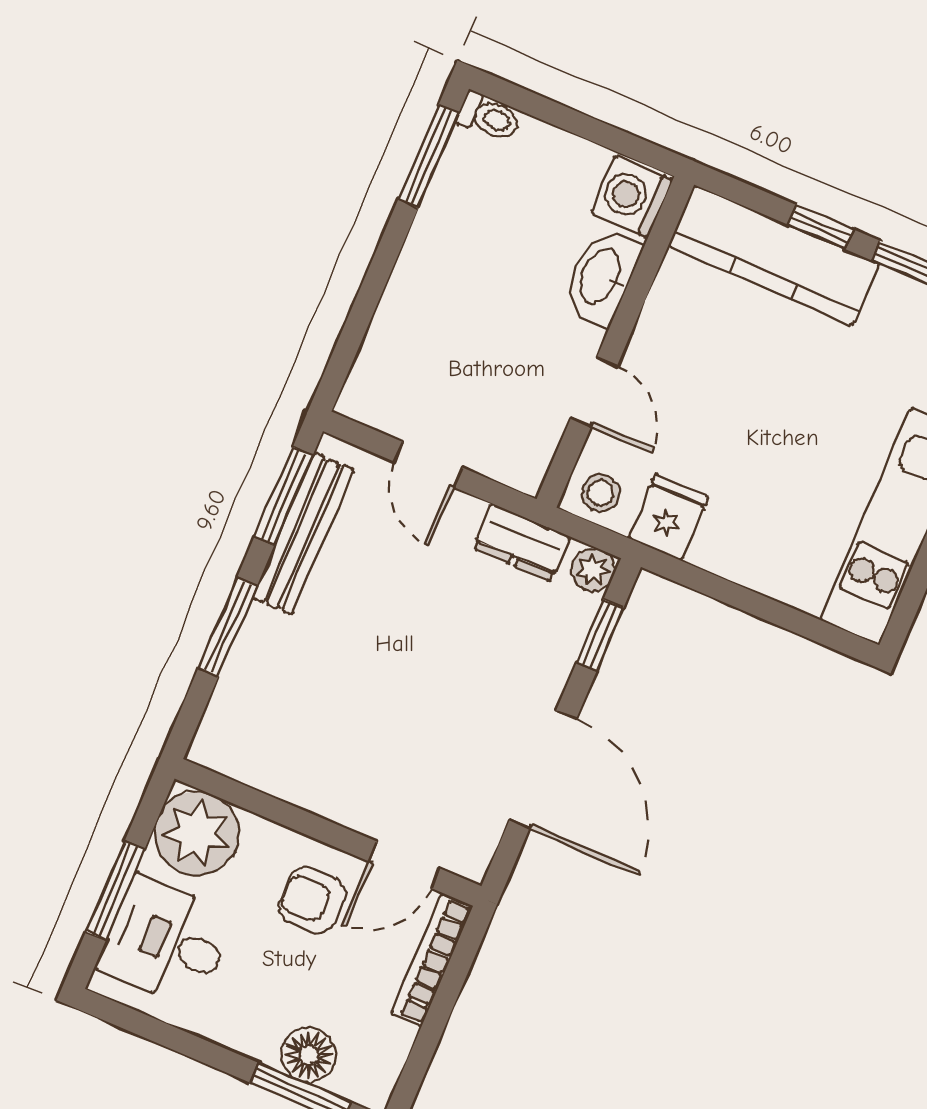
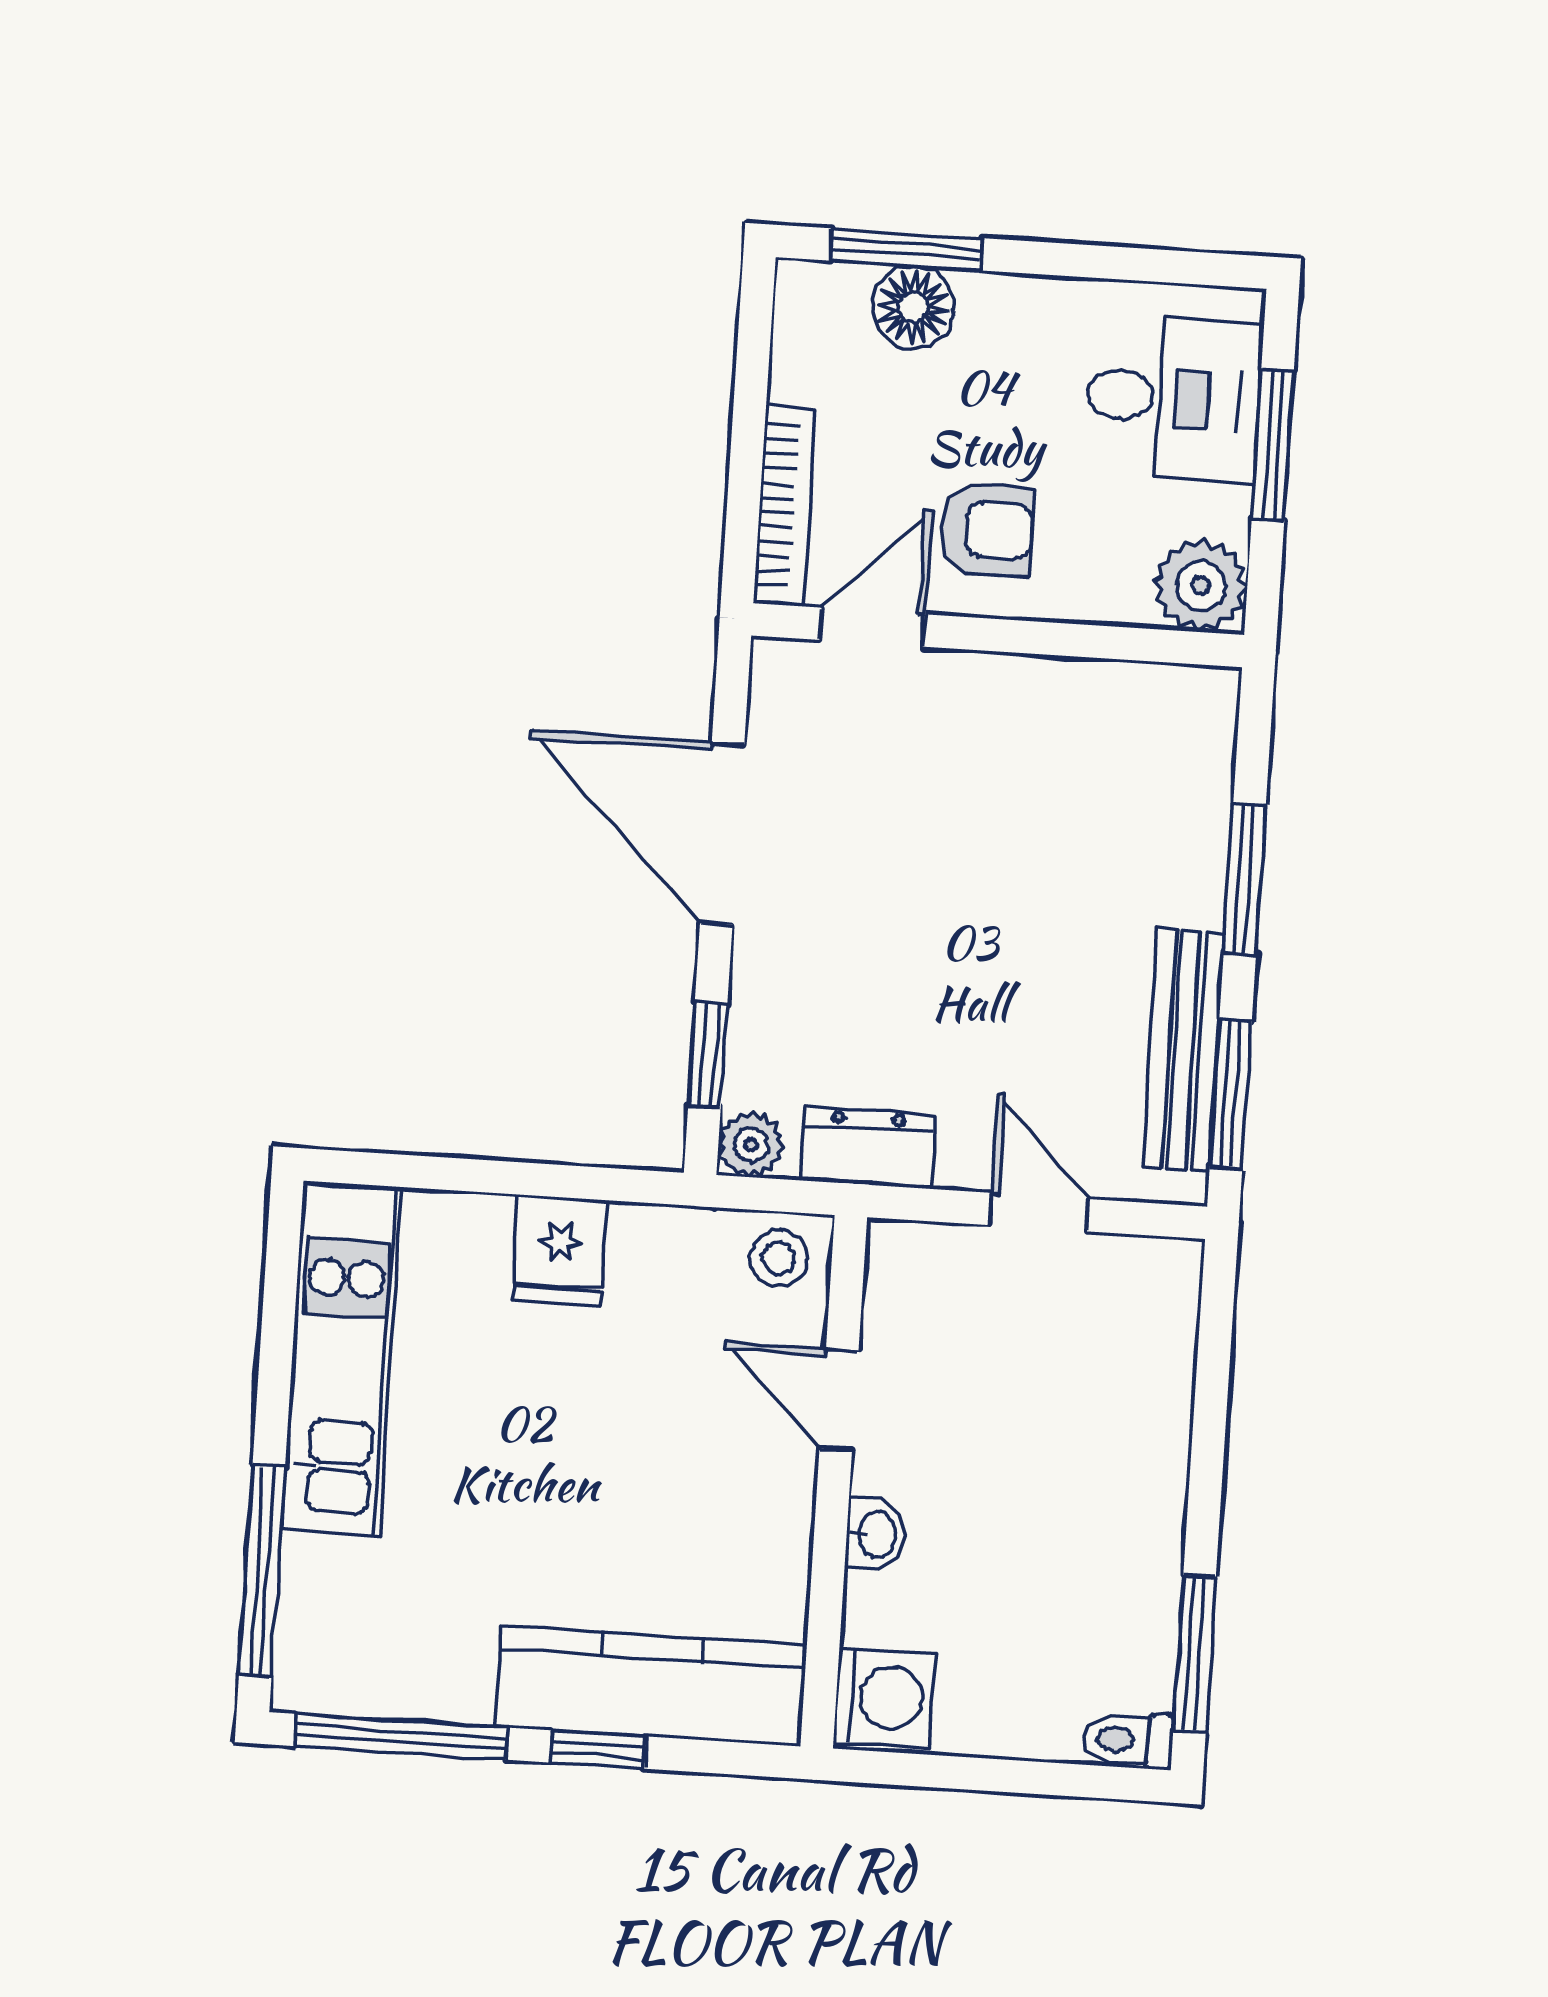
washbasin: (601, 277) -> (876, 1534), width x0.52, depth x0.69
fridge: (668, 517) -> (560, 1250), moved
plant: (197, 834) -> (1201, 585), width x0.73, depth x0.73

